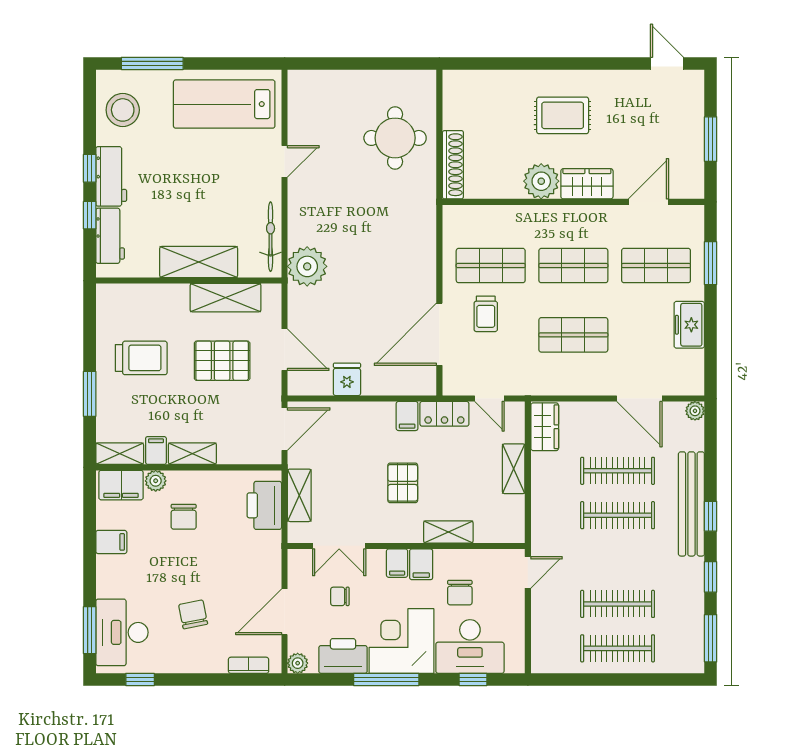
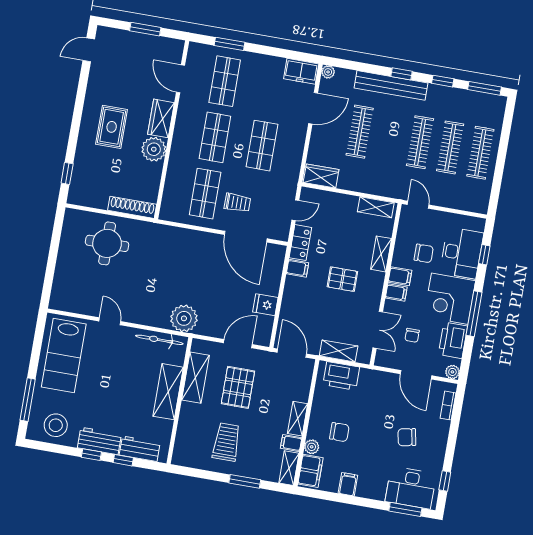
window: (485, 63) -> (67, 173), added
freezer: (689, 325) -> (301, 71), moved
shelving: (514, 469) -> (376, 207), moved
clothes rail: (618, 515) -> (420, 142), moved

